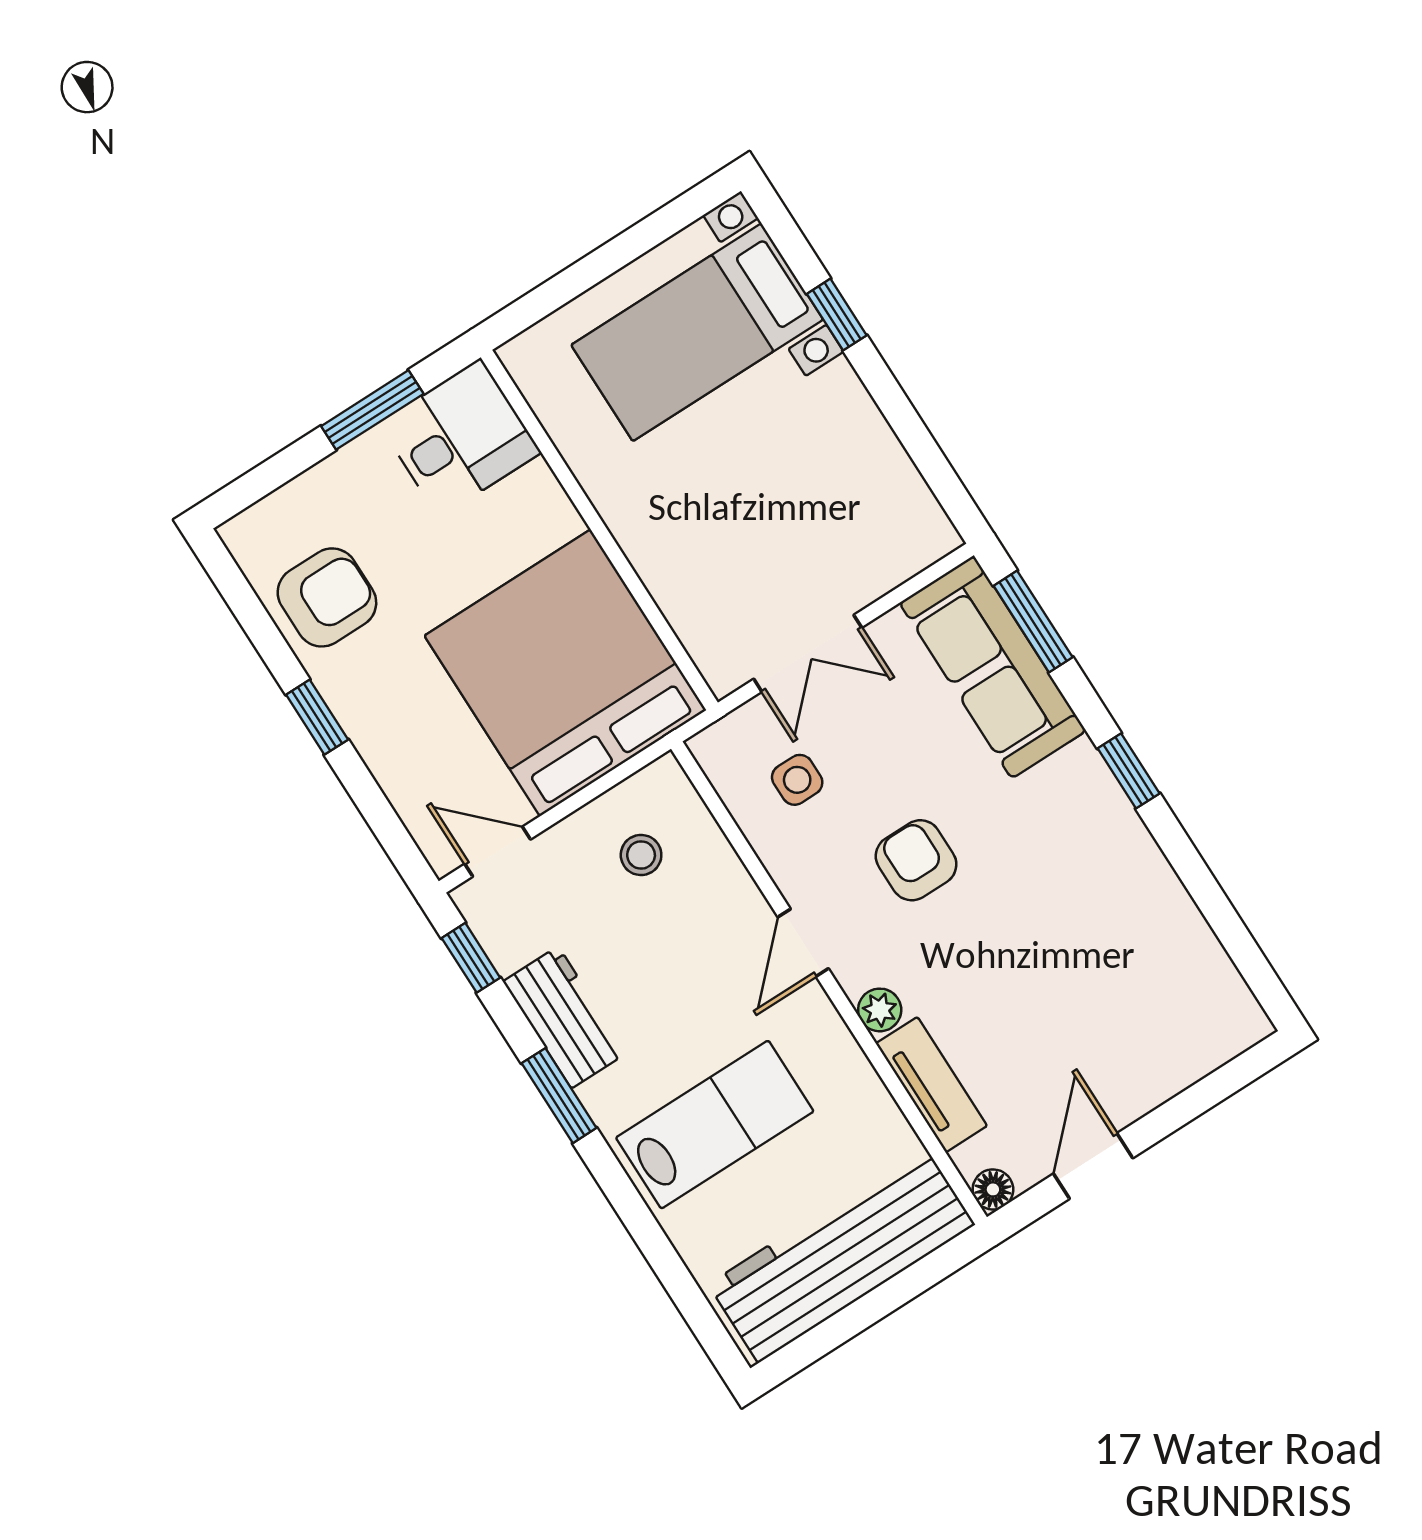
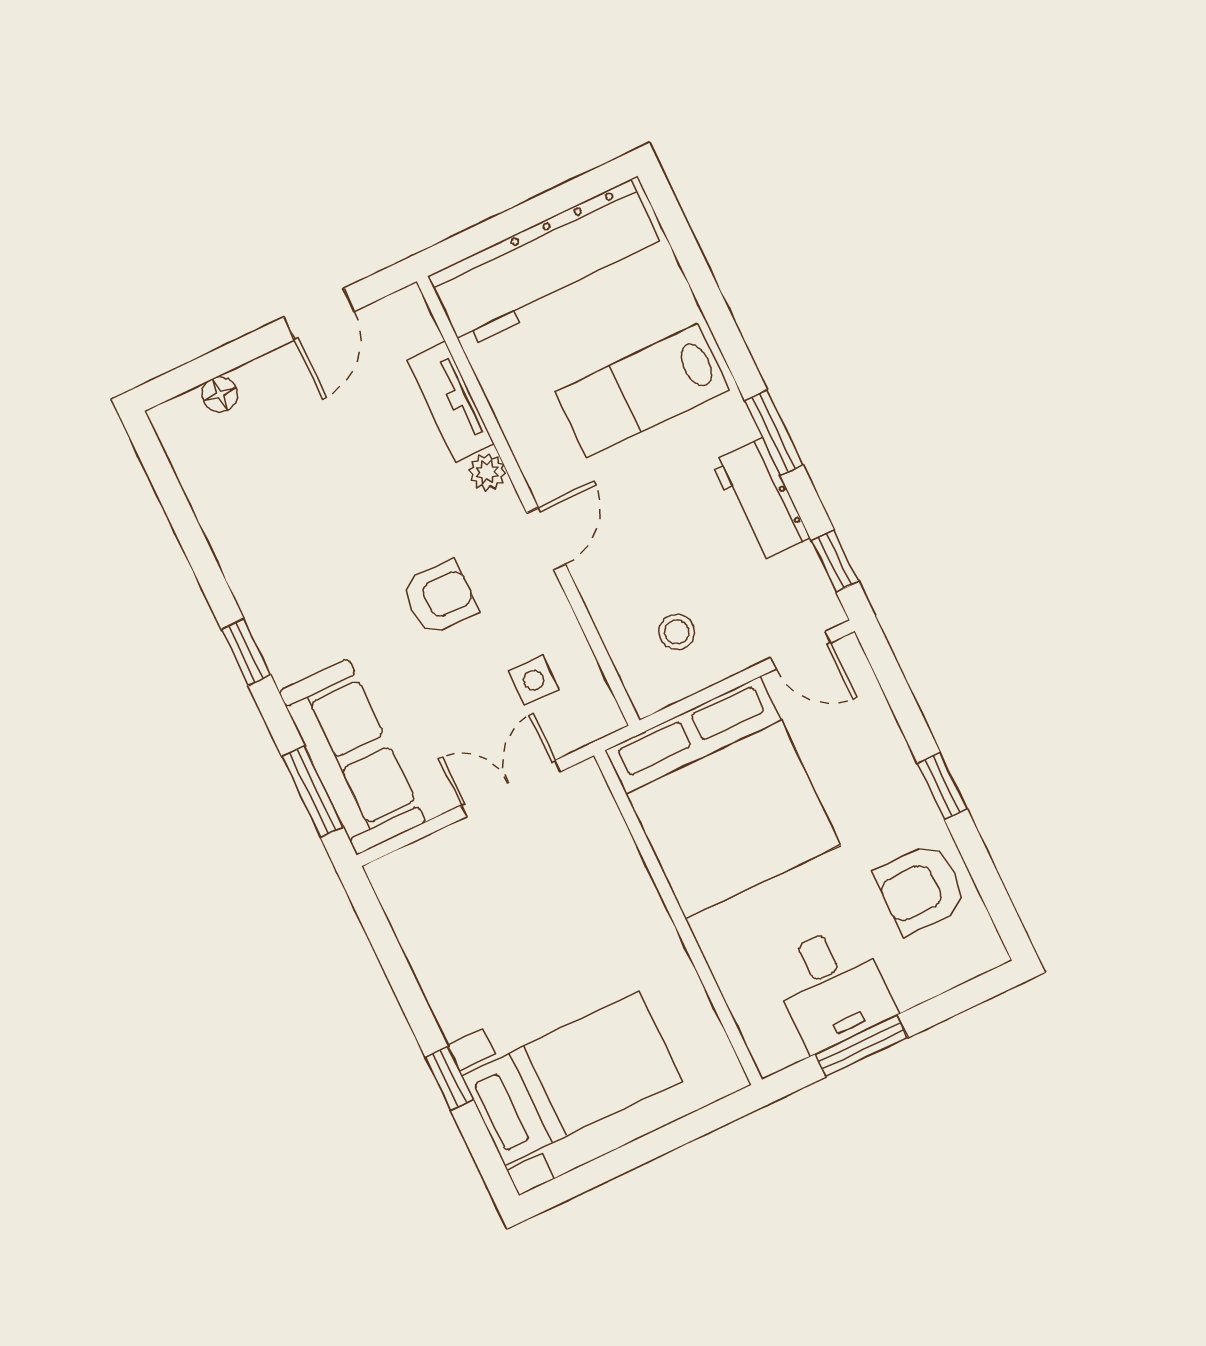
desk: (460, 438) -> (832, 987), moved, turned -90
armchair: (916, 860) -> (439, 598), turned -90
floor lamp: (993, 1189) -> (220, 394), moved

